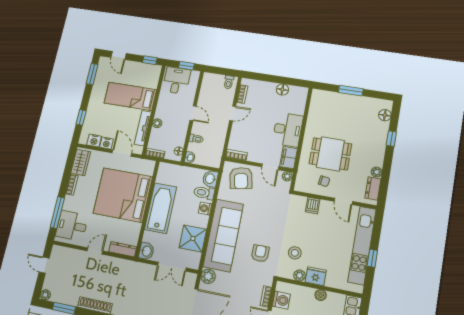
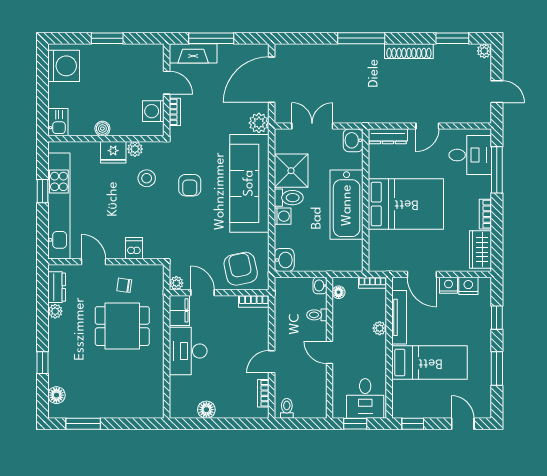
window: (92, 74) -> (497, 368), moved
window: (351, 91) -> (83, 424), moved
toilet: (204, 193) -> (289, 198), moved
bed: (123, 195) -> (406, 204), width x0.73
armchair: (260, 253) -> (190, 185), moved

